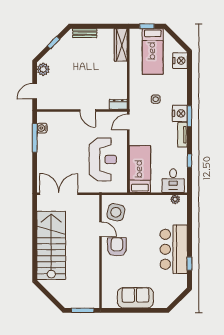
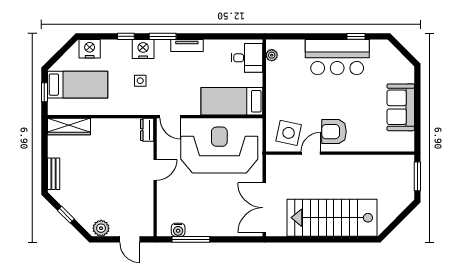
nightstand: (180, 113) -> (143, 49), moved
reception desk: (103, 159) -> (219, 150), width x1.36, depth x1.30
window: (189, 161) -> (126, 36), moved

